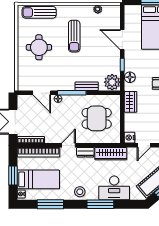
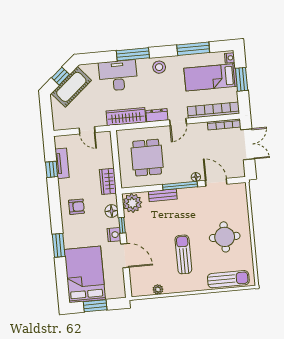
dining table: (97, 118) -> (147, 158), turned 90
nightstand: (130, 138) -> (114, 235), moved
door: (144, 145) -> (87, 130), swing flipped

